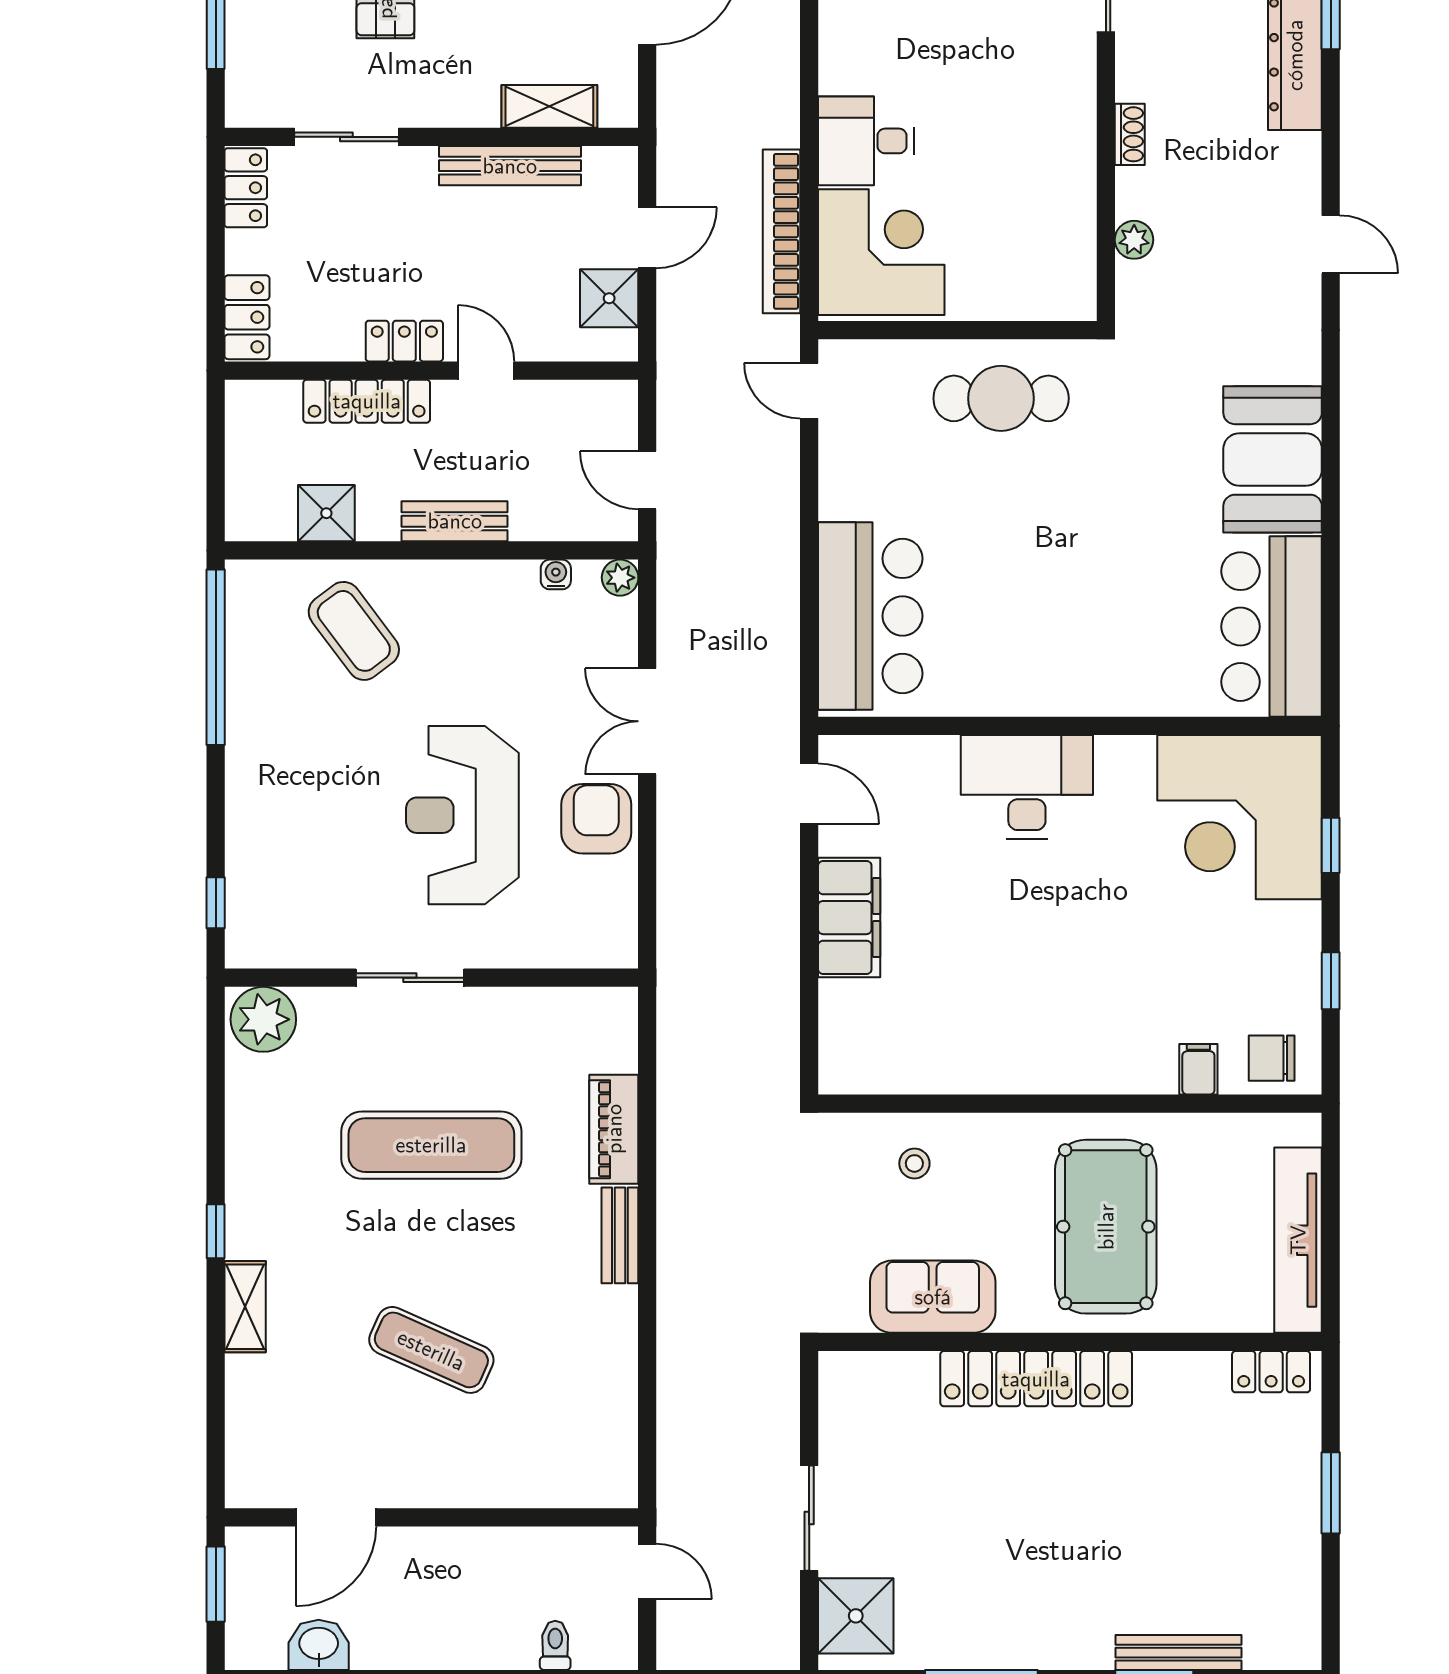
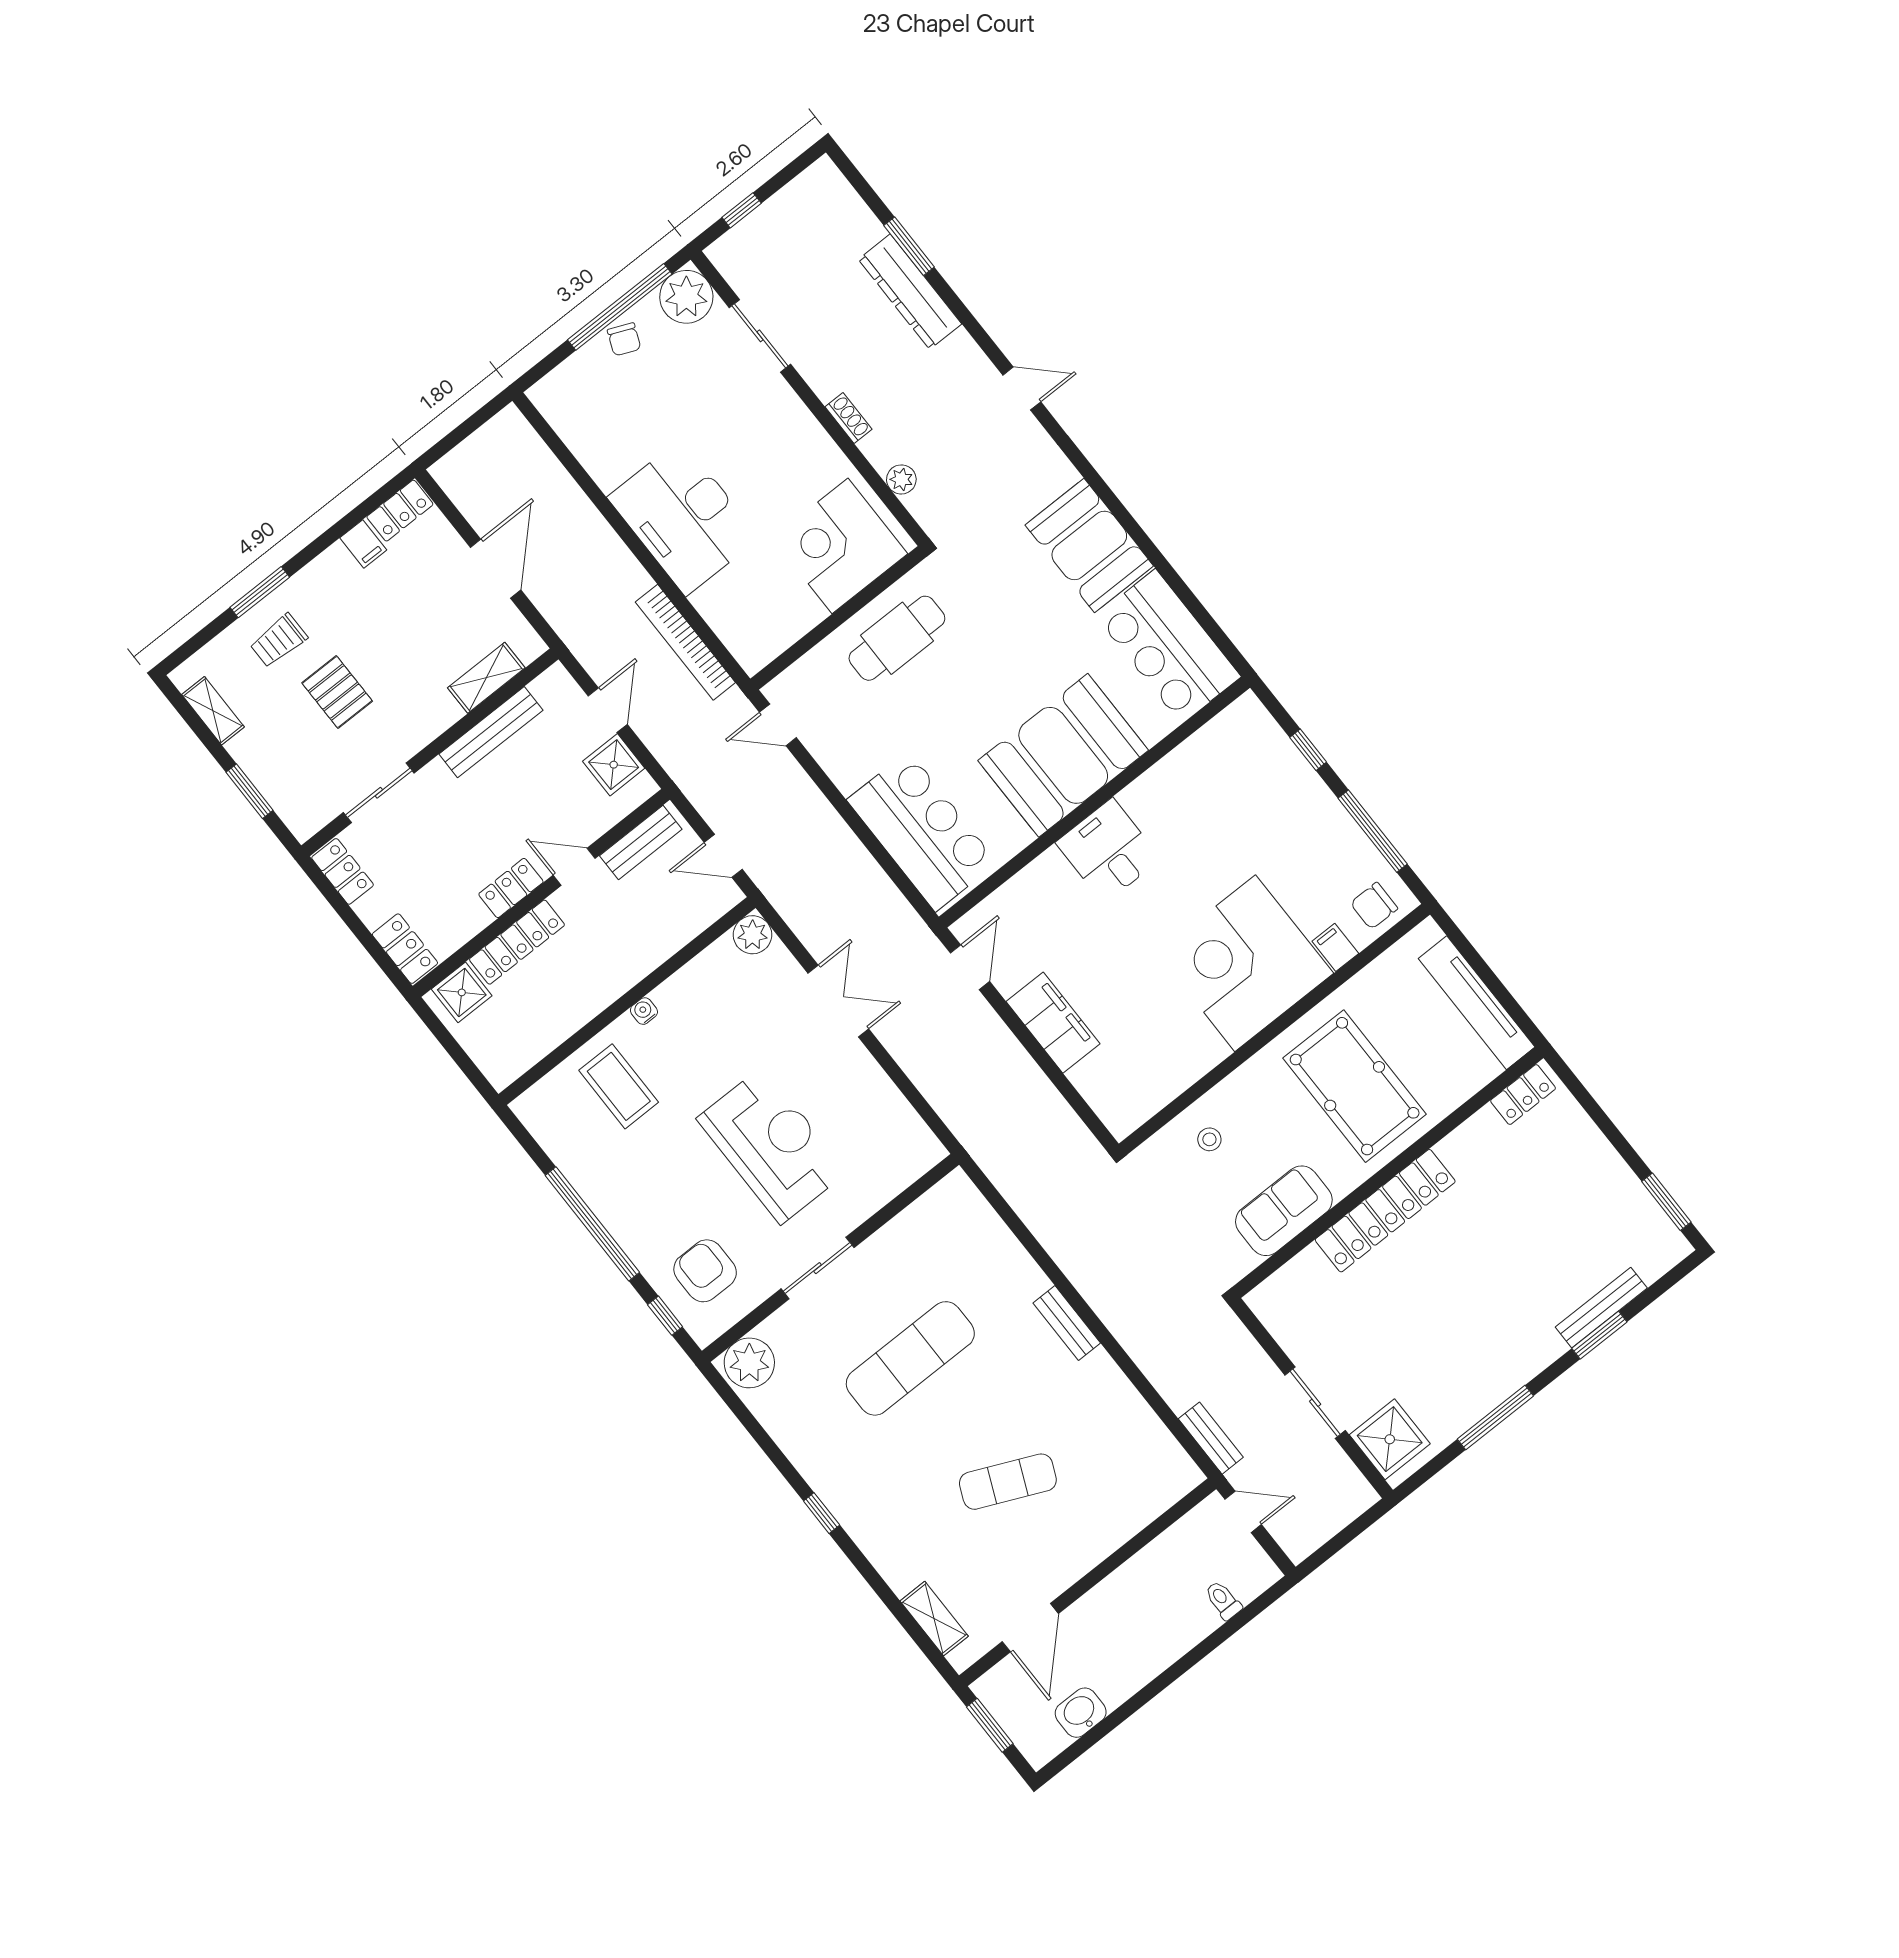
desk: (866, 141) -> (683, 517), width x1.87, depth x1.30
corner desk: (881, 252) -> (840, 546), moved, turned -90
shower: (326, 513) -> (462, 992), moved
bench: (455, 521) -> (641, 843), moved
water cooler: (556, 574) -> (644, 1011), moved
plant: (620, 578) -> (753, 935), width x1.38, depth x1.38
coffee table: (354, 631) -> (619, 1086), turned 37
booth: (1076, 653) -> (1063, 755), added
window: (216, 657) -> (592, 1224), moved
double door: (647, 721) -> (838, 1001), swing flipped
desk: (1027, 787) -> (1108, 851), width x0.73
door: (809, 794) -> (970, 967), hinge flipped
reception desk: (462, 815) -> (772, 1145), turned 180
corner desk: (1240, 817) -> (1245, 963), moved, turned 90
armchair: (596, 819) -> (705, 1271), moved
window: (1331, 981) -> (1373, 831), width x2.17
piano: (614, 1129) -> (1012, 1262), removed
shelving: (245, 1307) -> (934, 1619), moved
bench: (674, 1470) -> (1211, 1438), added
window: (1331, 1493) -> (1666, 1202), moved

